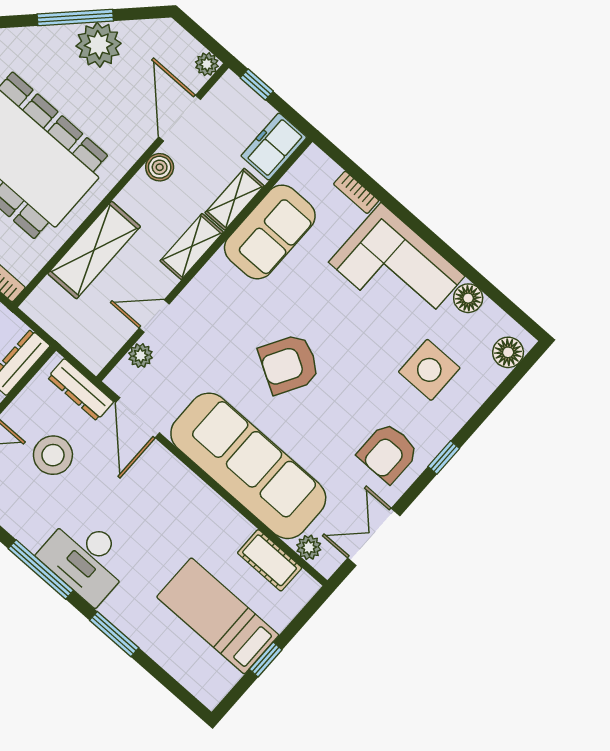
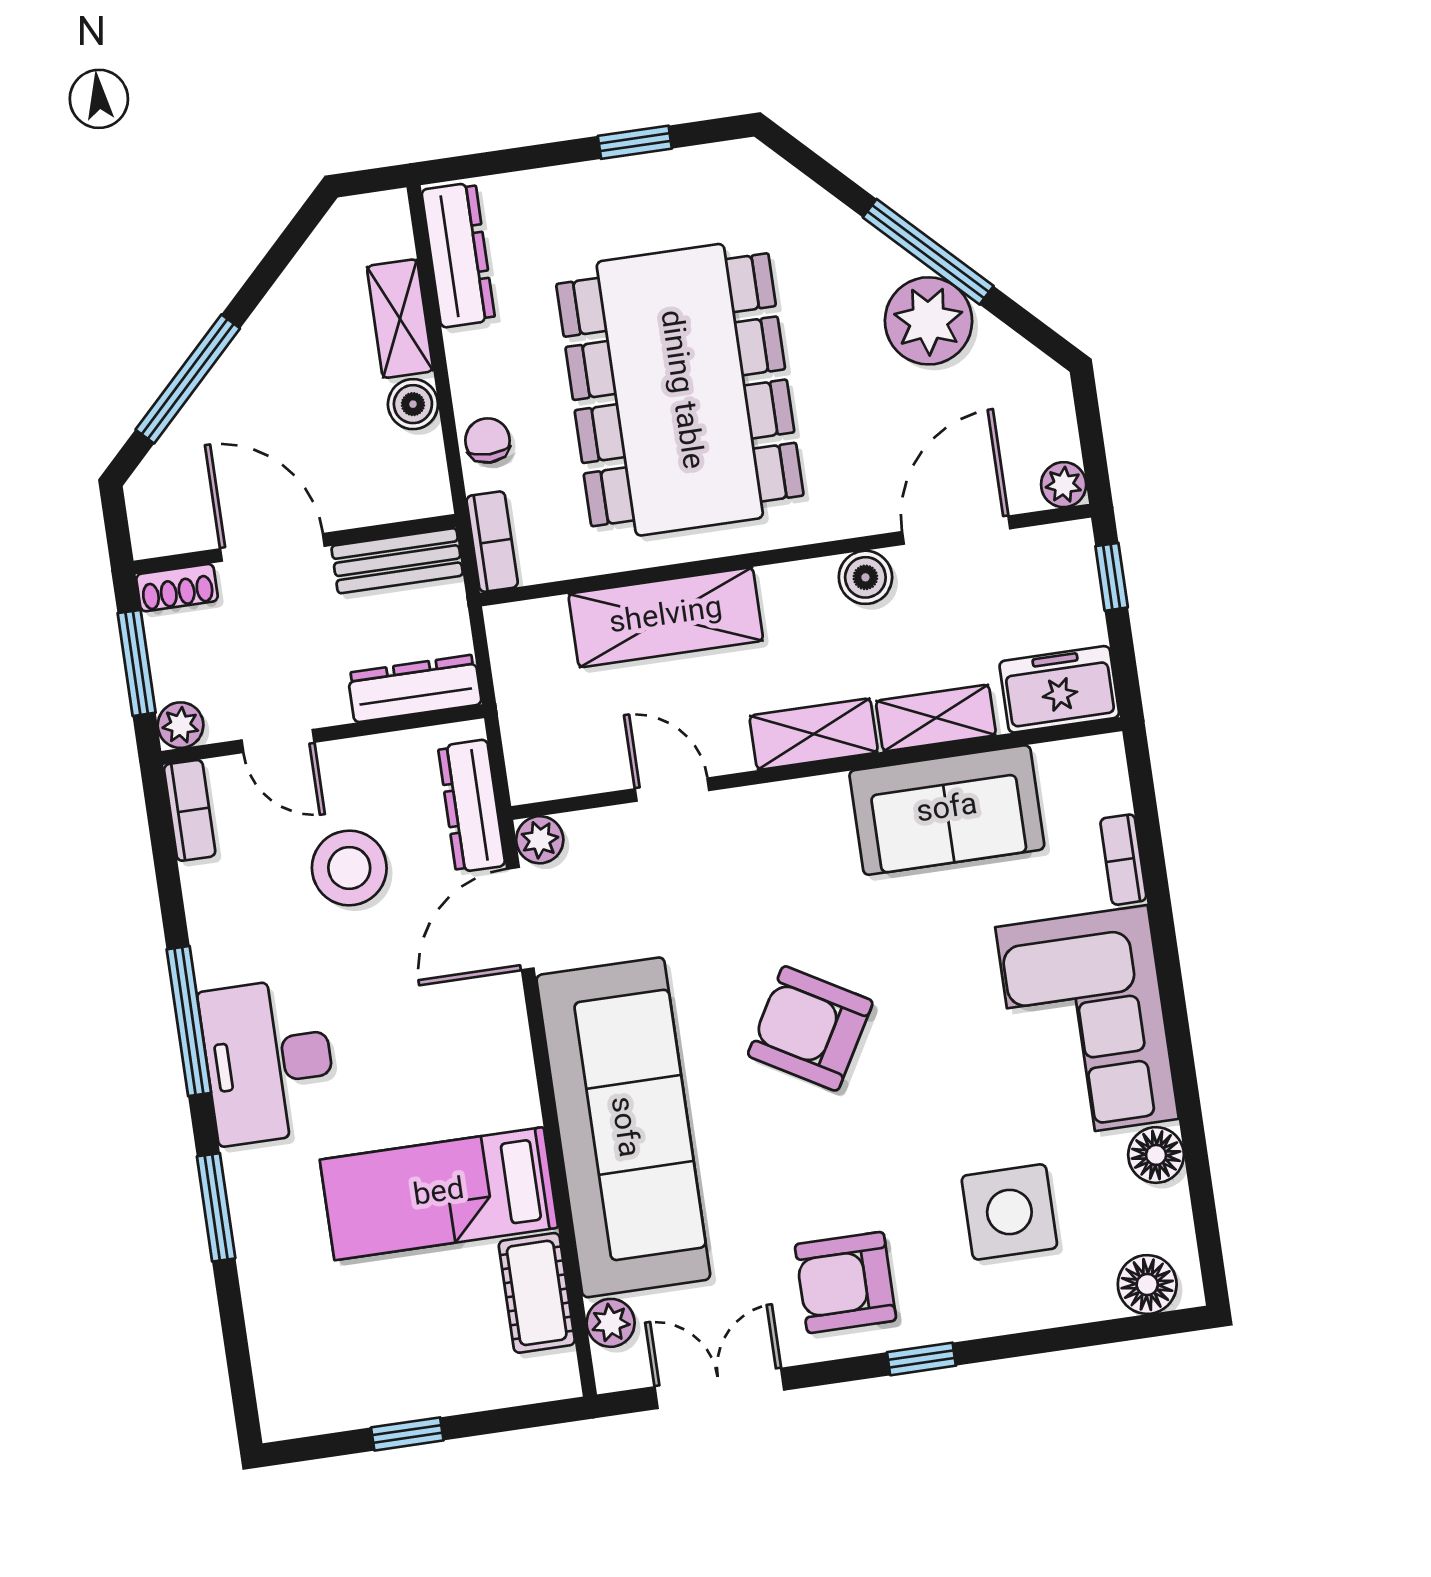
plant: (141, 356) -> (540, 840), moved
bed: (218, 616) -> (439, 1194), moved, turned -90

